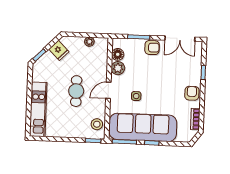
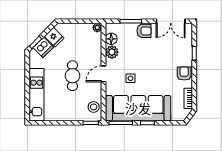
plant: (89, 42) -> (97, 28), moved
dishwasher: (47, 61) -> (43, 47), added

